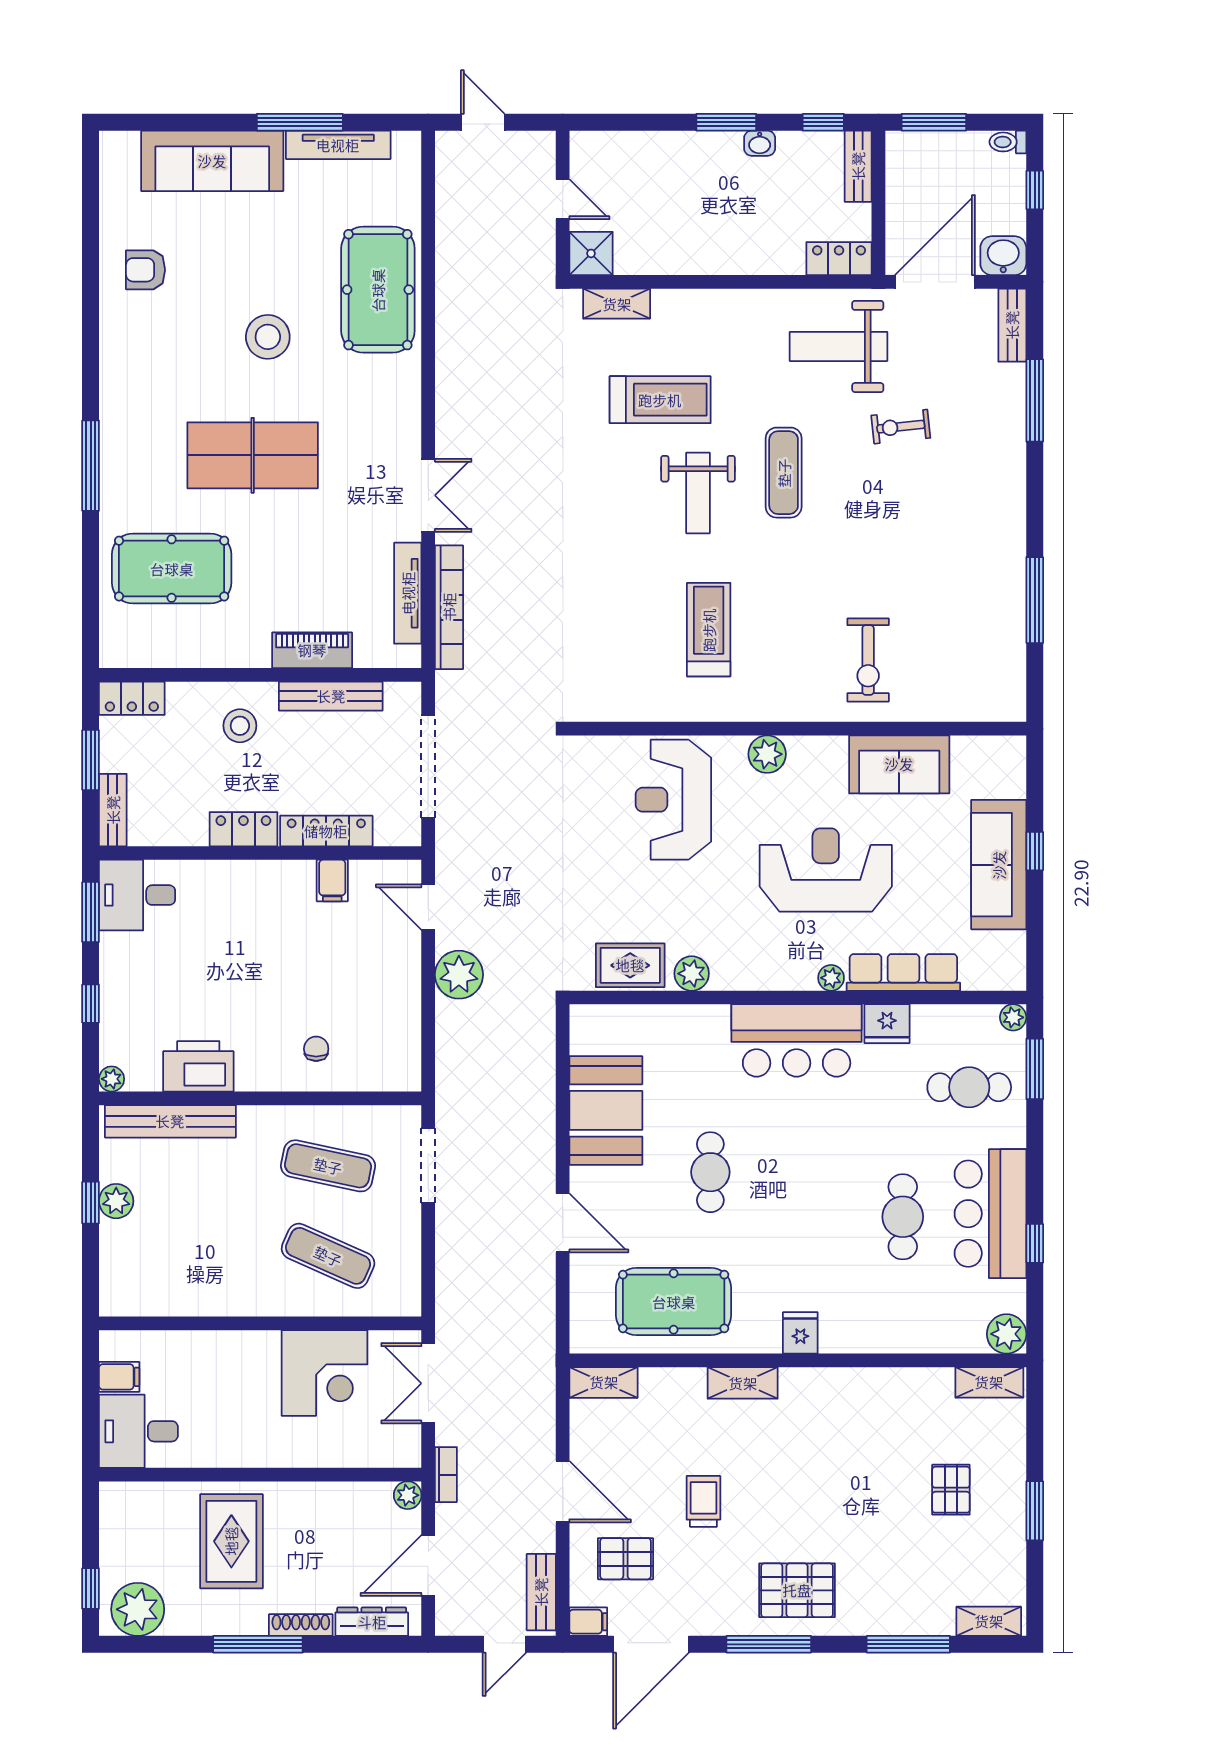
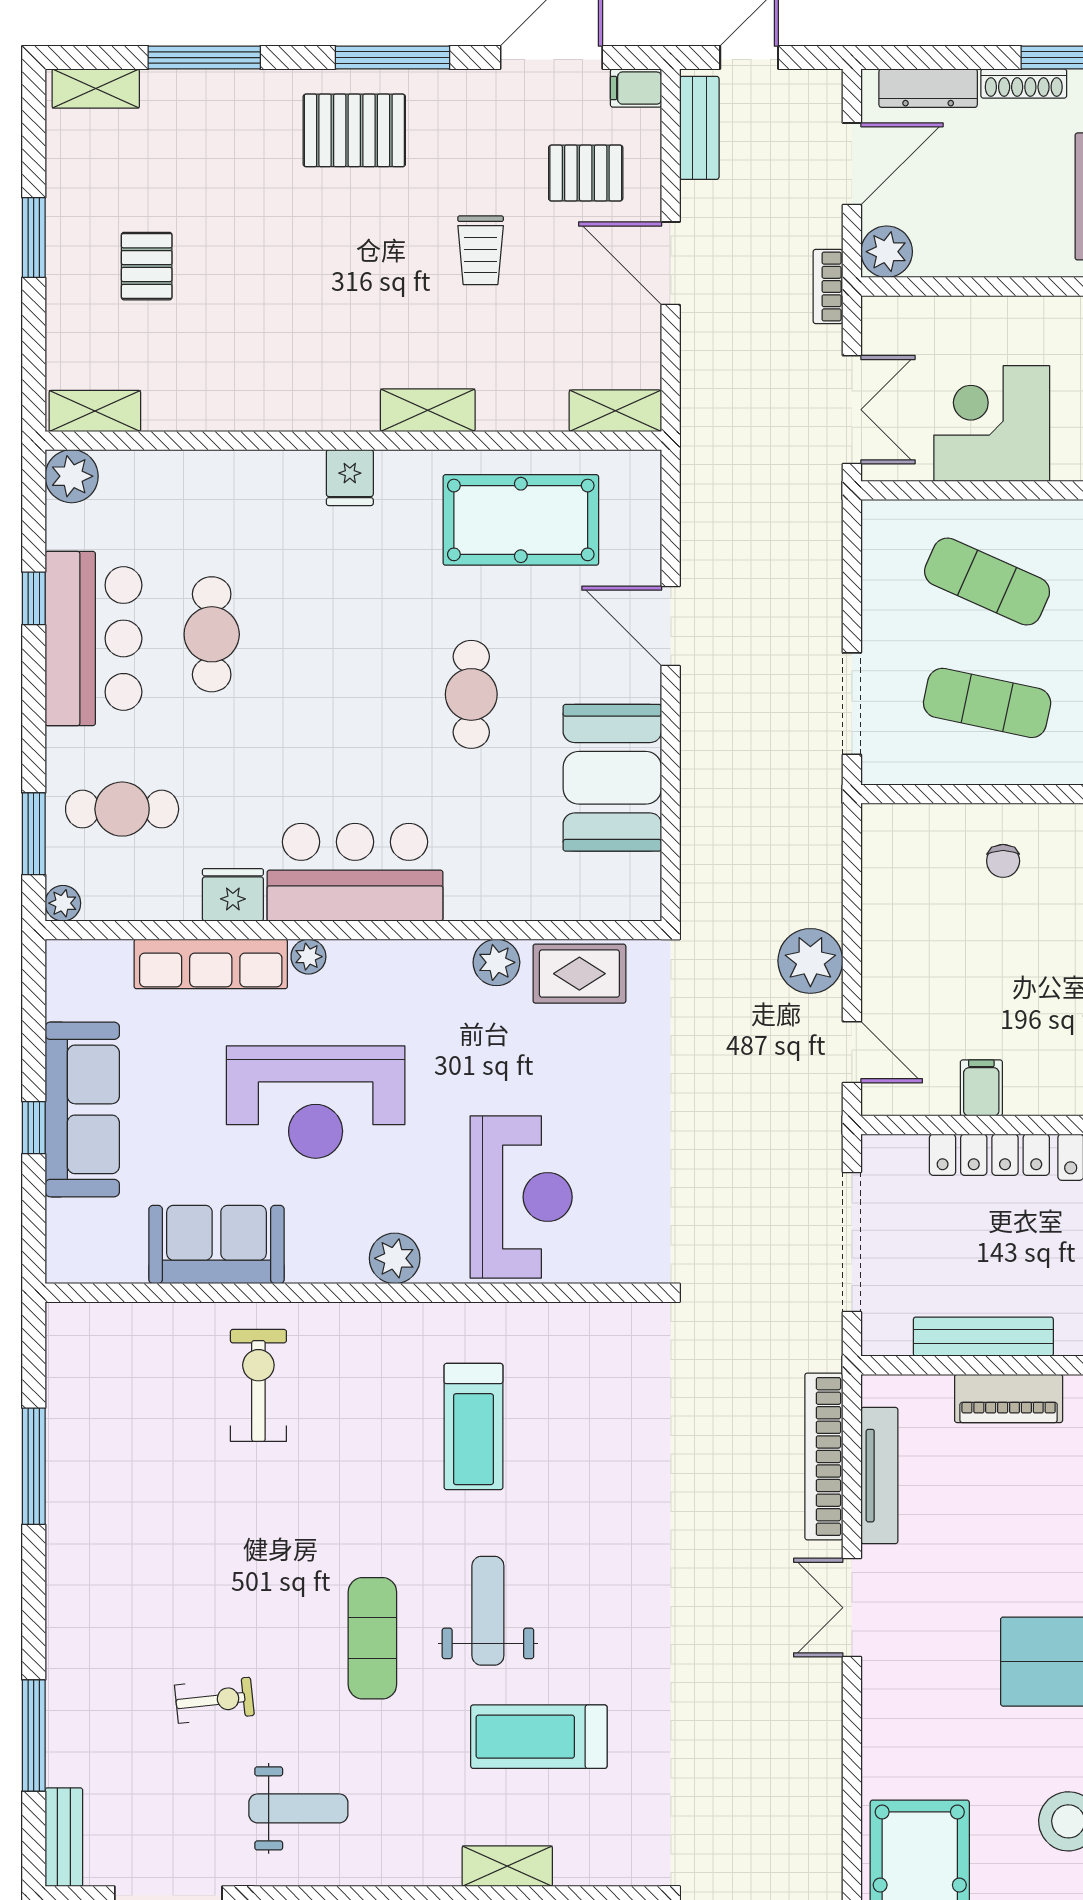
shelving: (617, 304) -> (507, 1866), moved
weight bench: (838, 346) -> (298, 1808), width x0.73, depth x0.75
plant: (408, 1495) -> (887, 252), width x1.38, depth x1.38

